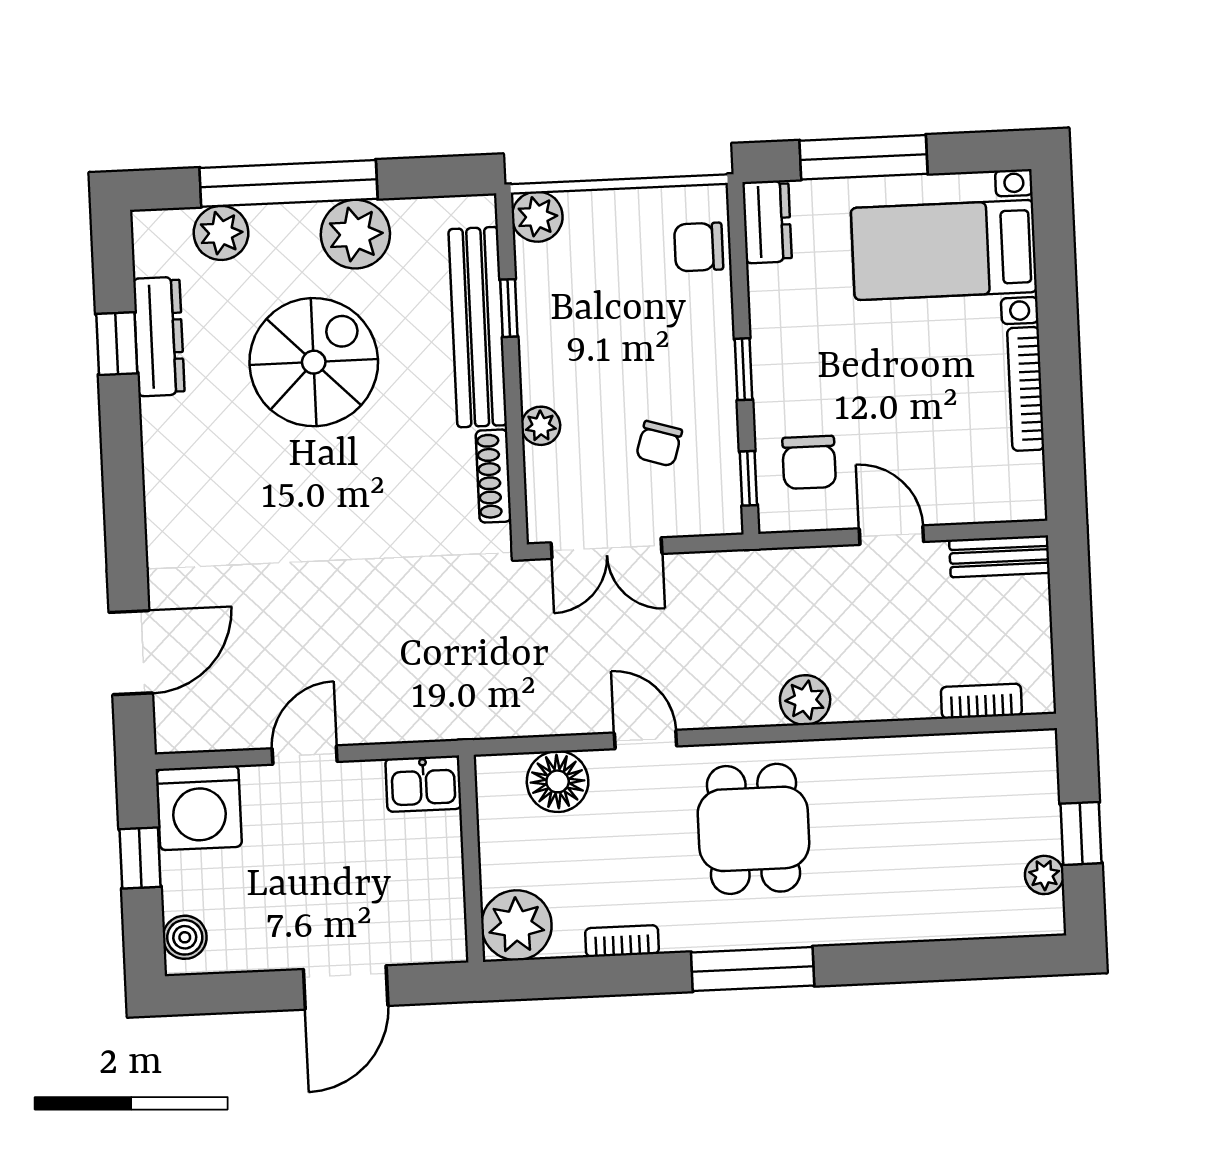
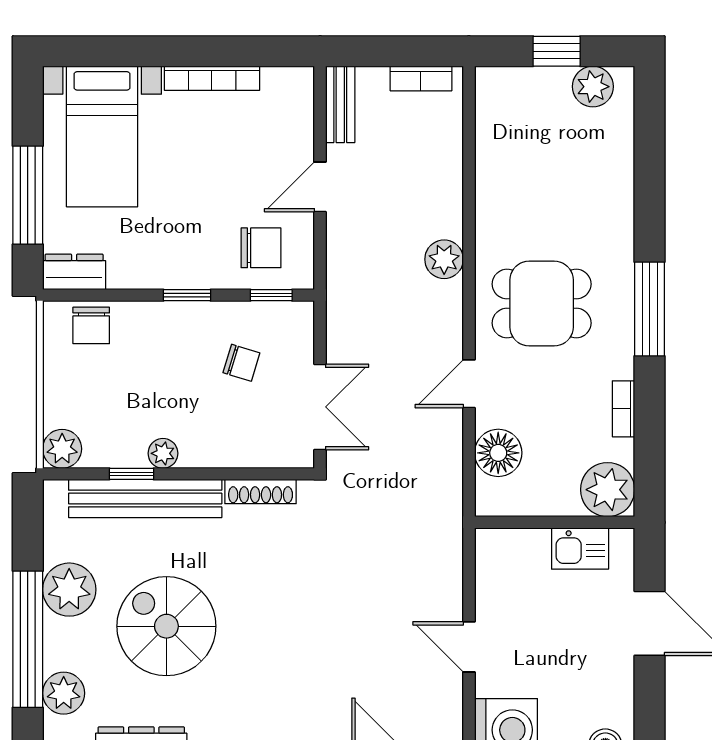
plant: (541, 426) -> (163, 453), moved
bookcase: (981, 701) -> (421, 78), moved, turned -90
kitchen sink: (423, 784) -> (580, 549), moved, turned 90
plant: (1044, 875) -> (593, 87), width x1.38, depth x1.38

